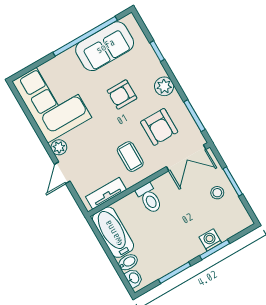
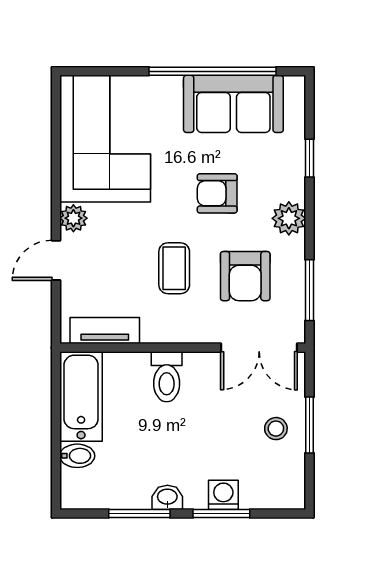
coffee table: (130, 157) -> (174, 268), moved
washbasin: (134, 278) -> (167, 497), moved, turned -90

